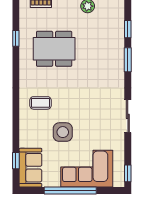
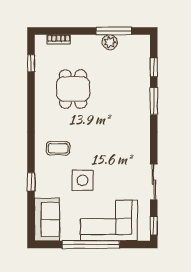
window: (16, 38) -> (31, 63), moved
dining table: (54, 49) -> (73, 89), width x0.73
sliding door: (128, 116) -> (154, 182), moved
window: (16, 161) -> (31, 182), moved

